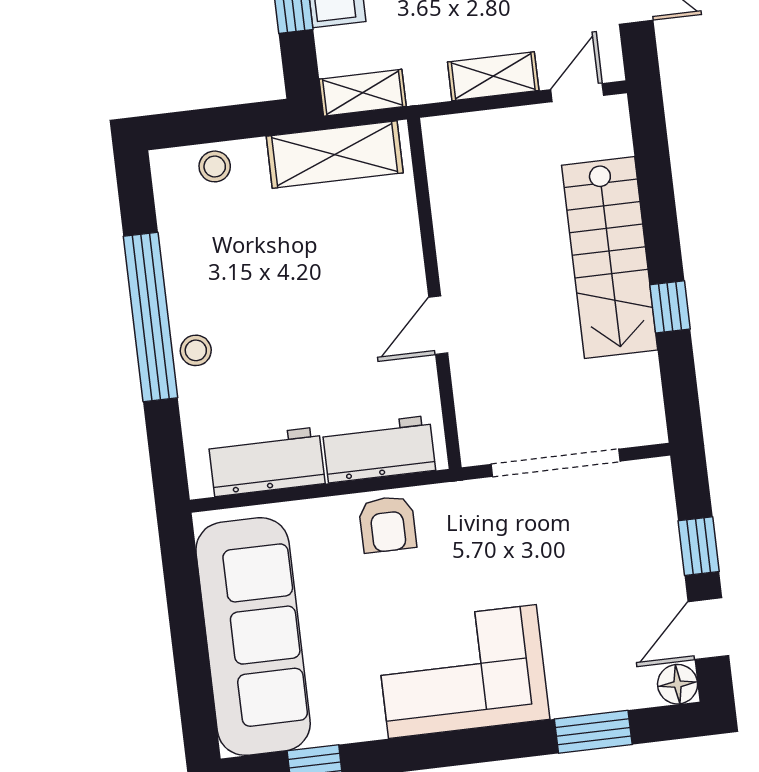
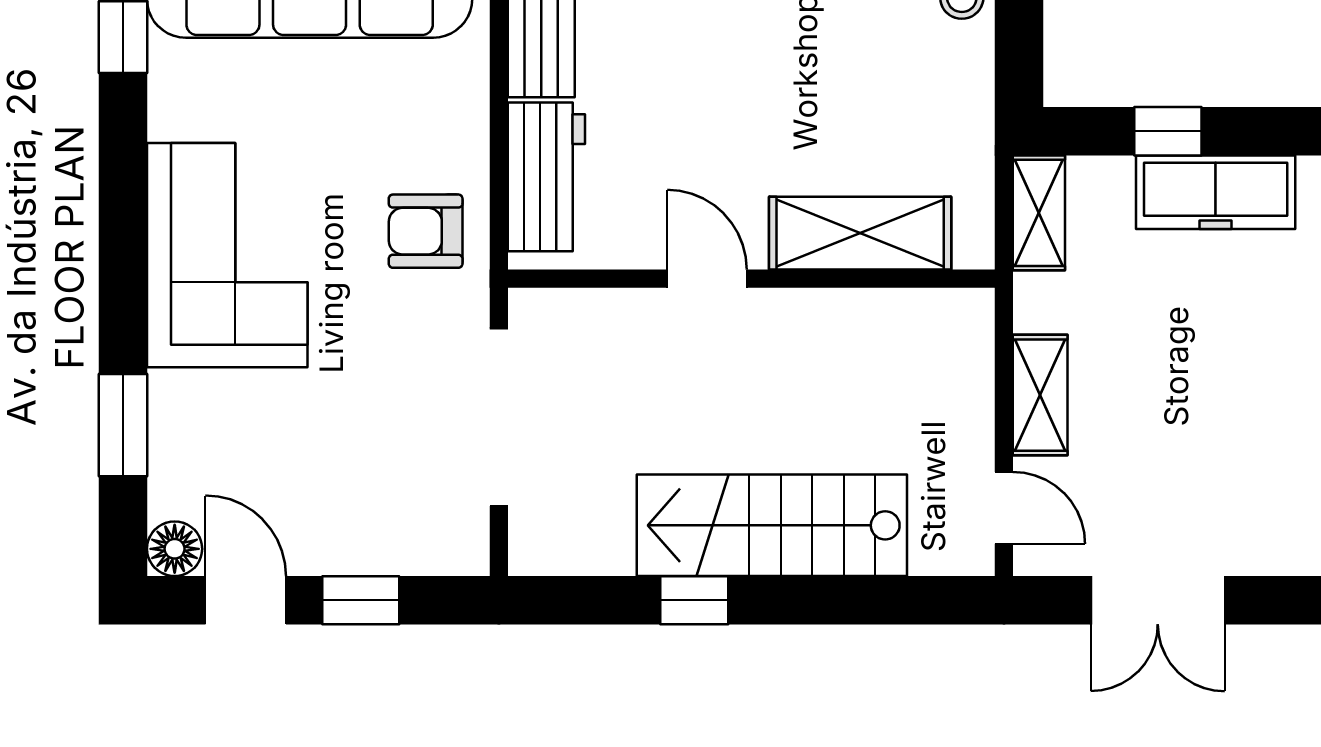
shelving: (335, 155) -> (860, 233), moved, turned 90
armchair: (387, 524) -> (426, 231), moved

